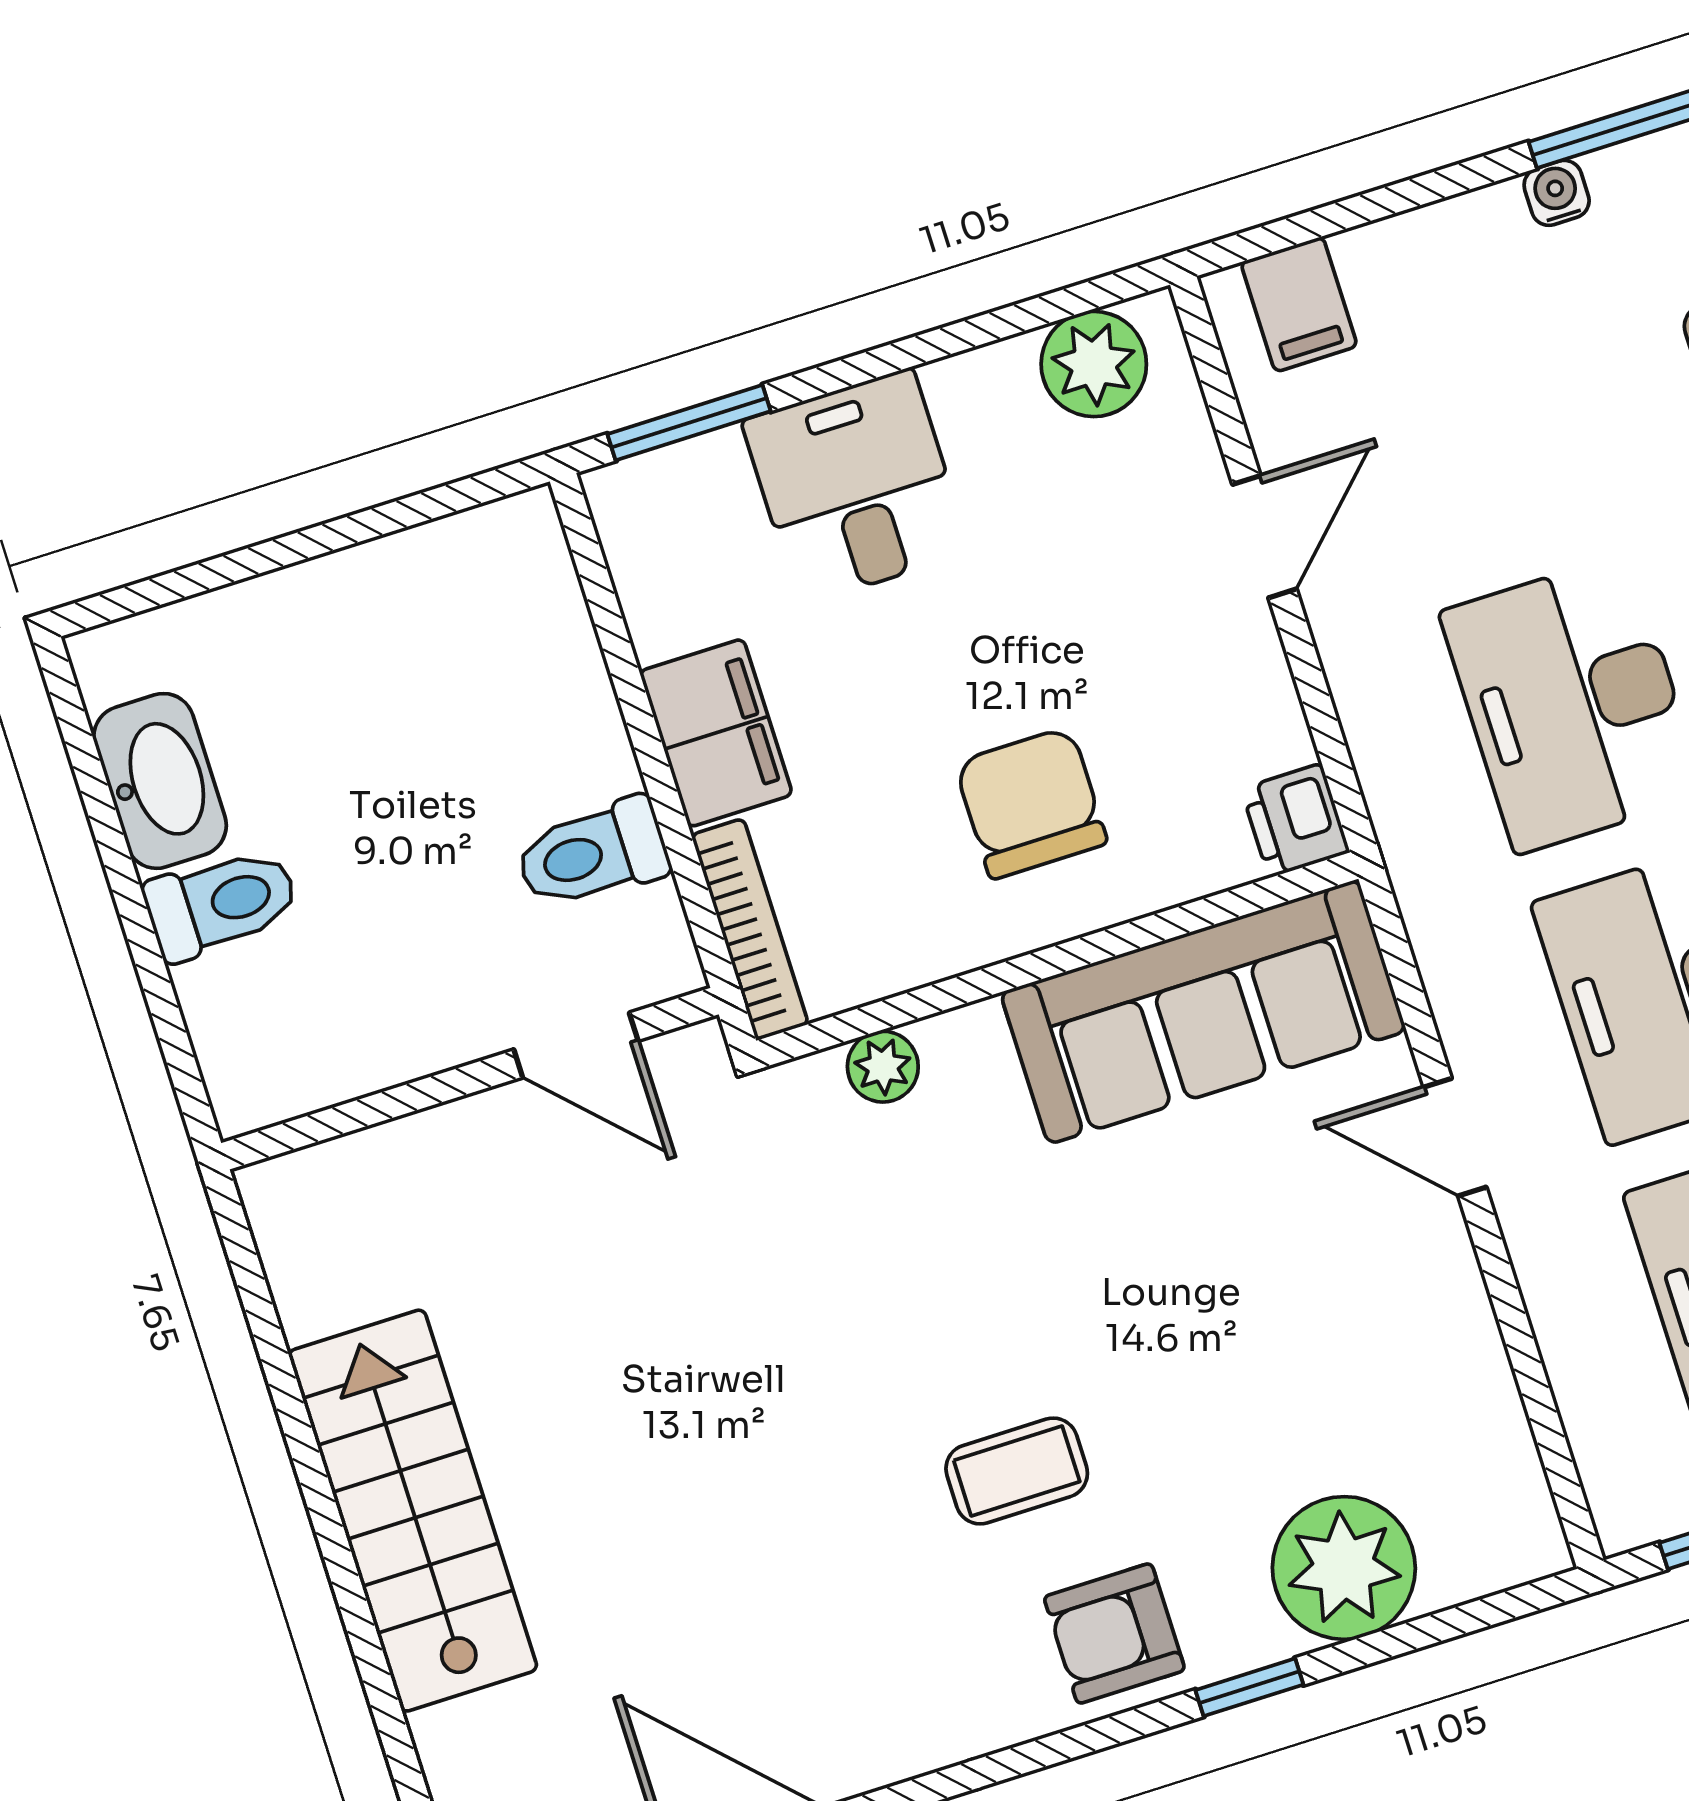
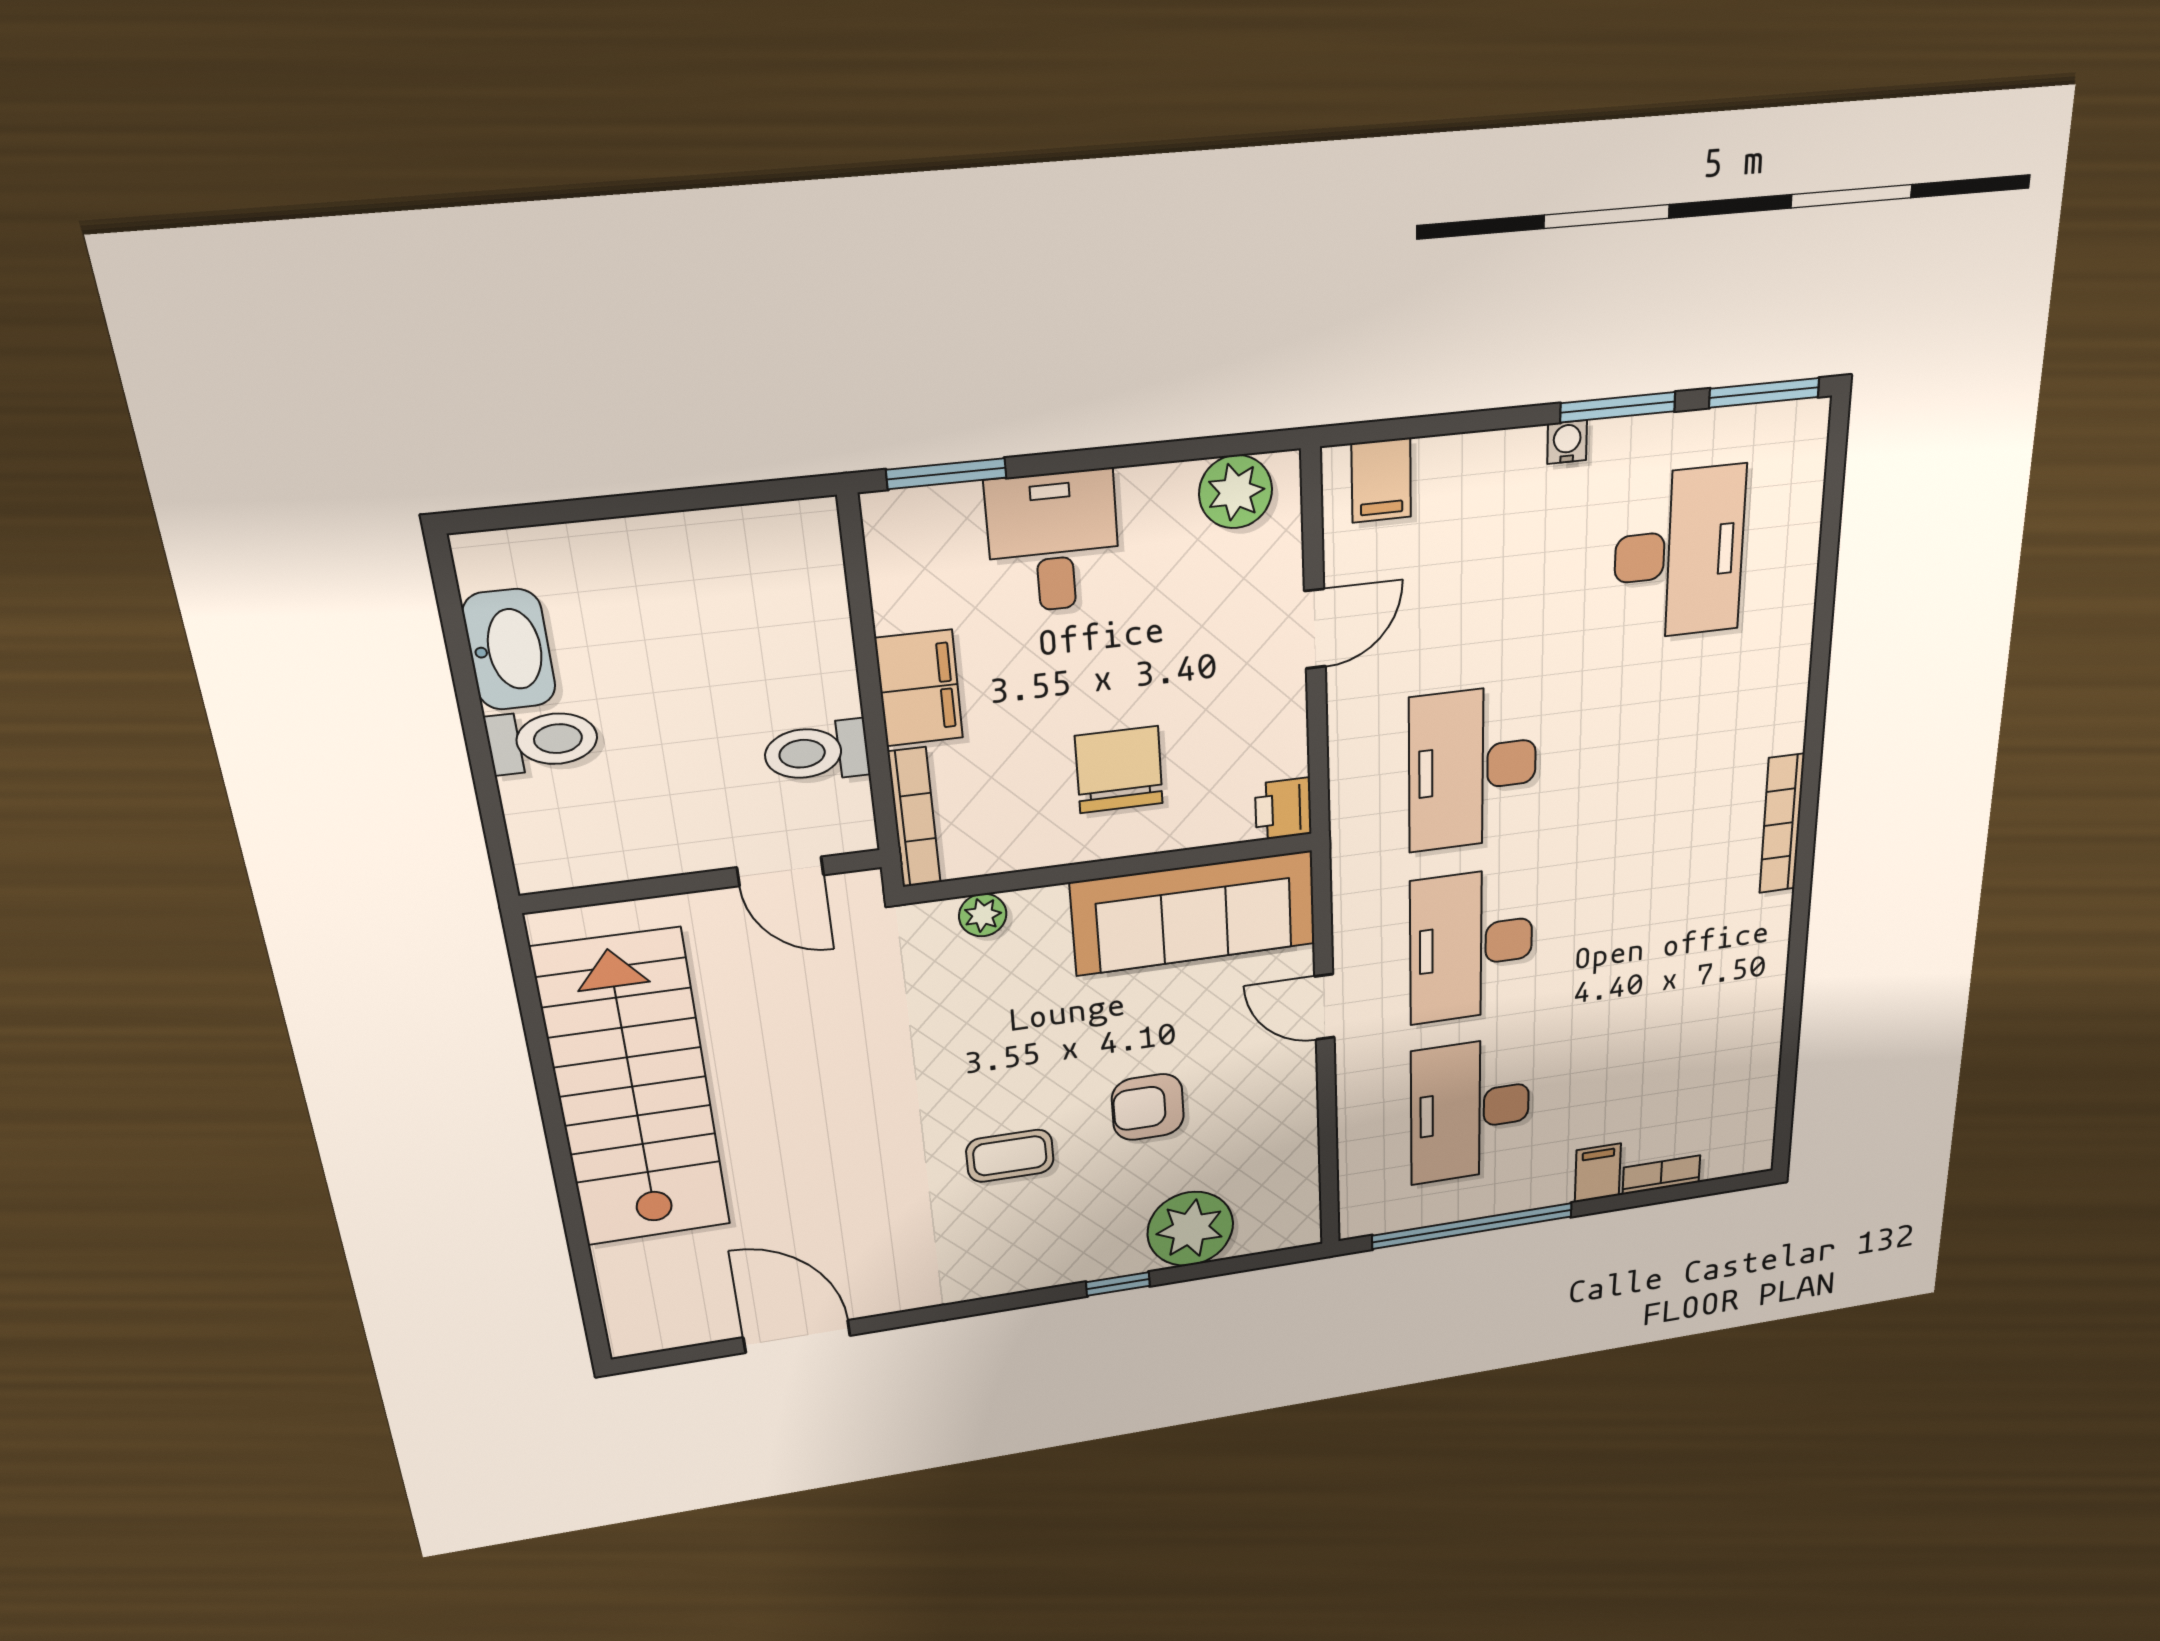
stairs: (413, 1511) -> (633, 1090), width x1.36, depth x1.51
armchair: (1114, 1633) -> (1148, 1107), moved

